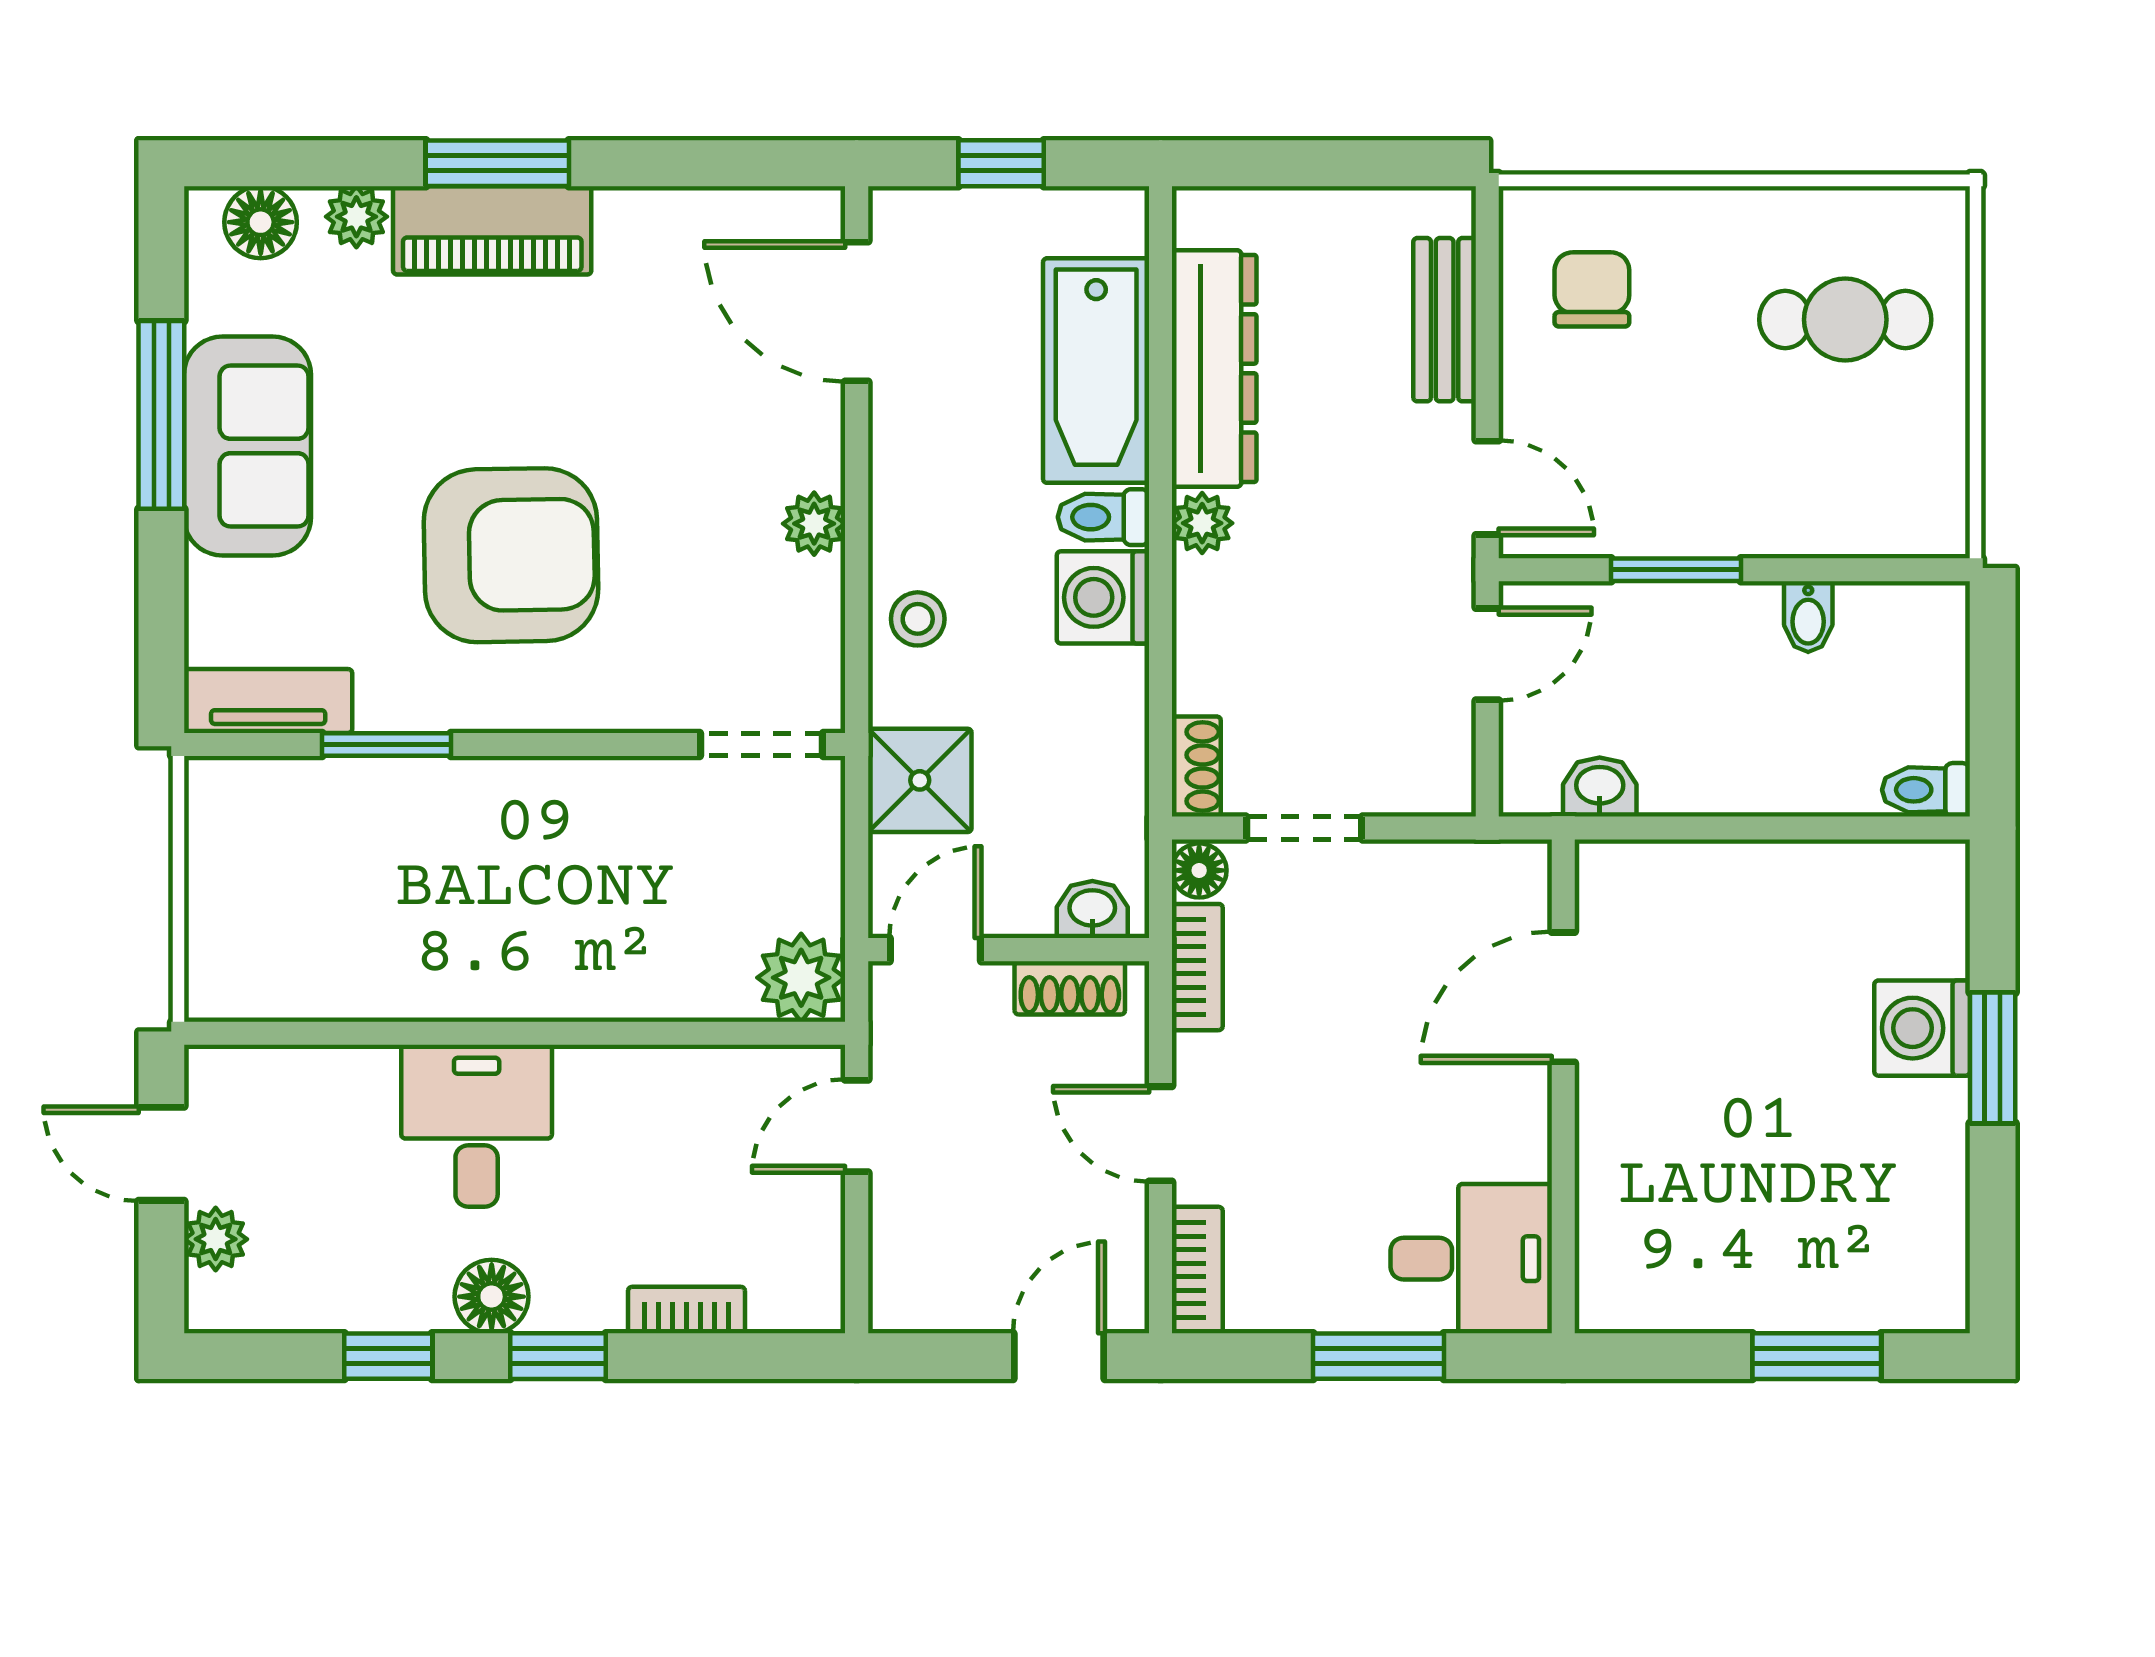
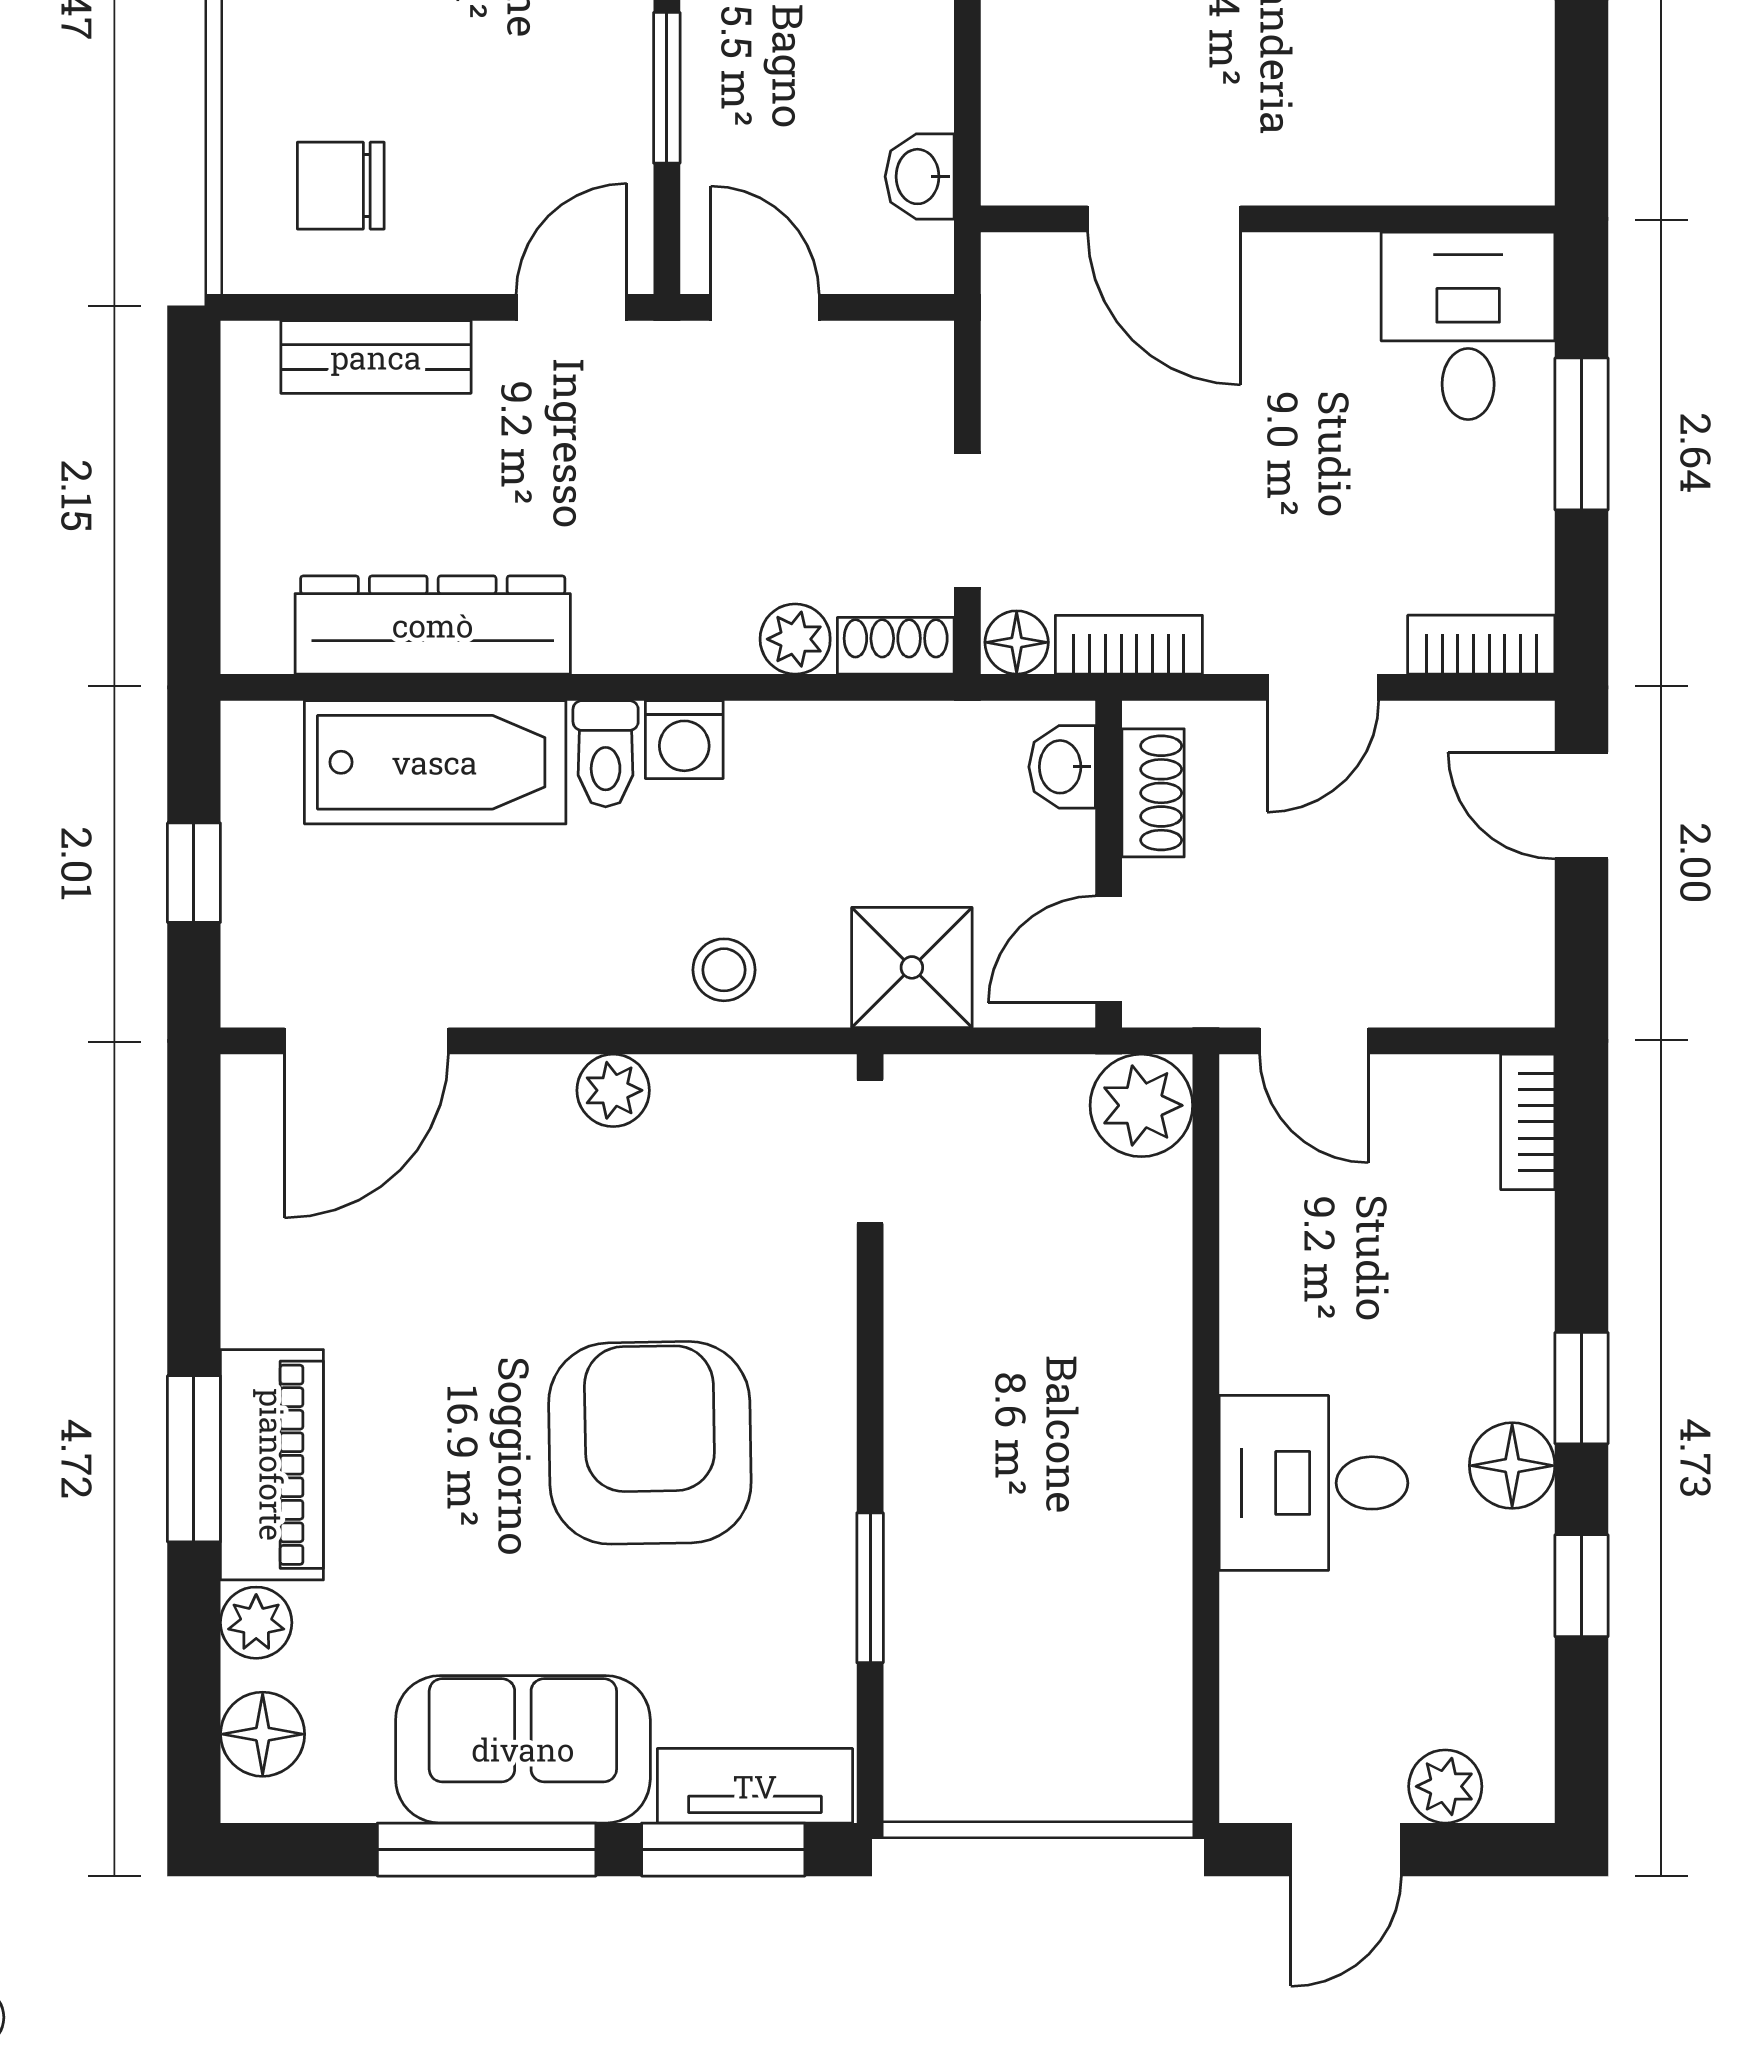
plant: (1202, 523) -> (795, 639), moved
washing machine: (1103, 597) -> (684, 740), width x0.73, depth x0.73
window: (161, 618) -> (723, 1850), added
tv unit: (268, 701) -> (755, 1786), moved, turned 90
door: (935, 950) -> (1109, 949), hinge flipped
bookcase: (686, 1310) -> (1528, 1122), moved

